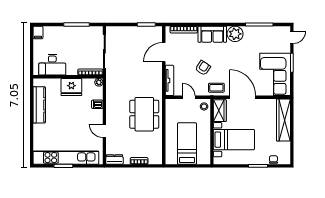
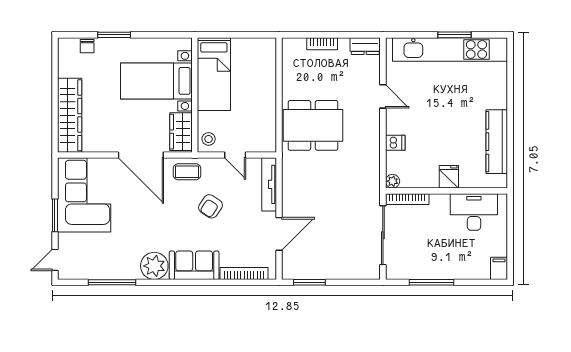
fridge: (71, 87) -> (449, 177), width x0.53, depth x0.75
dining table: (144, 114) -> (313, 125), turned 90
bed: (187, 144) -> (214, 74), moved

